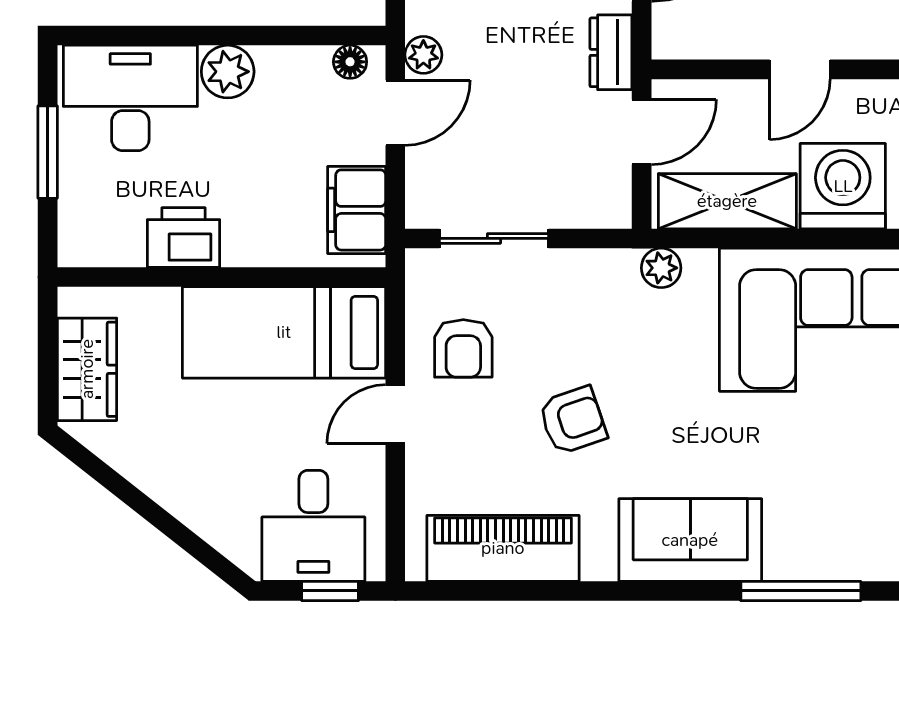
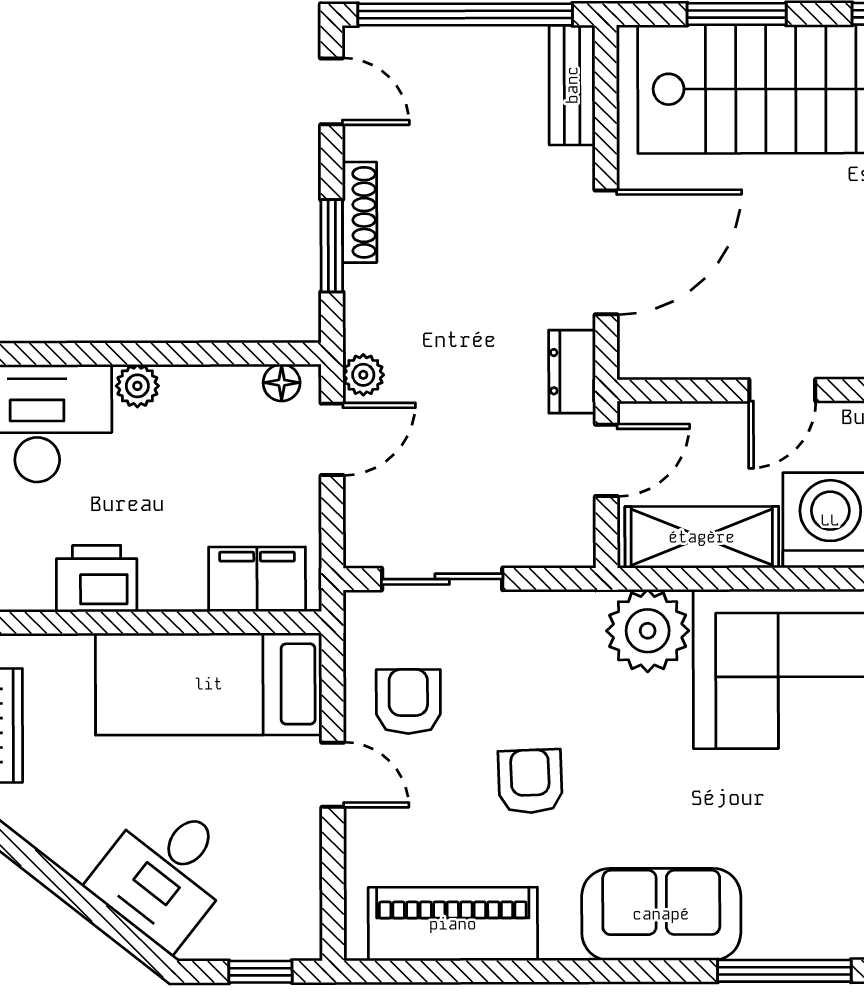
plant: (228, 72) -> (137, 386), width x0.73, depth x0.73
filing cabinet: (357, 210) -> (257, 579), moved, turned 90
plant: (661, 268) -> (648, 631), width x1.87, depth x1.87
armchair: (463, 348) -> (408, 701), turned 180
door: (395, 414) -> (333, 775), swing flipped
armchair: (573, 420) -> (530, 781), turned -73
desk: (313, 526) -> (165, 873), moved, turned 38

